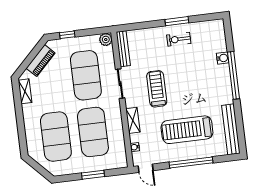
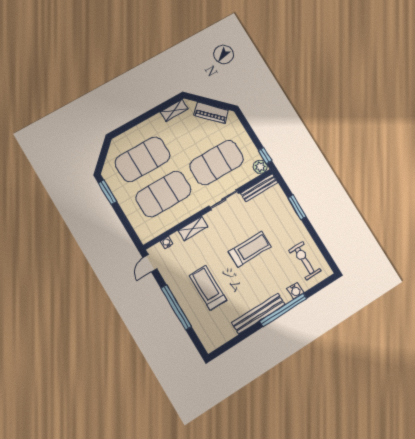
window: (177, 21) -> (297, 207), moved
window: (67, 35) -> (265, 156), moved
exercise bike: (179, 39) -> (305, 261), moved, width x1.38, depth x1.39
treadmill: (157, 89) -> (250, 249), moved
bench: (231, 129) -> (258, 314), moved
treadmill: (187, 130) -> (208, 288), width x0.73, depth x0.73
window: (93, 175) -> (108, 192), moved

